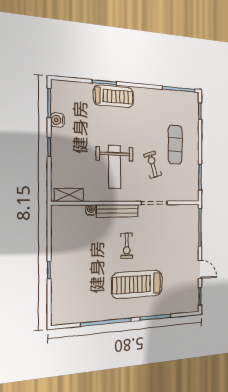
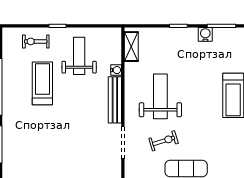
weight bench: (115, 167) -> (160, 96), turned 90
exercise bike: (127, 246) -> (36, 41), moved
weight bench: (78, 247) -> (79, 56), added
treadmill: (137, 284) -> (42, 83), moved, width x0.73, depth x0.73

